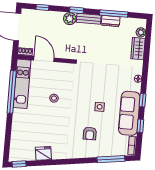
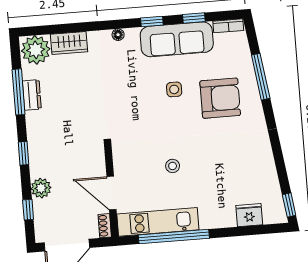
plant: (70, 19) -> (41, 188), moved
bench: (89, 19) -> (34, 131), removed
plant: (141, 32) -> (36, 50), width x1.87, depth x1.87
door: (44, 59) -> (112, 193), hinge flipped
armchair: (90, 133) -> (220, 98), width x1.88, depth x1.88
fridge: (43, 153) -> (249, 215), moved, turned 98
window: (111, 159) -> (261, 77), moved

